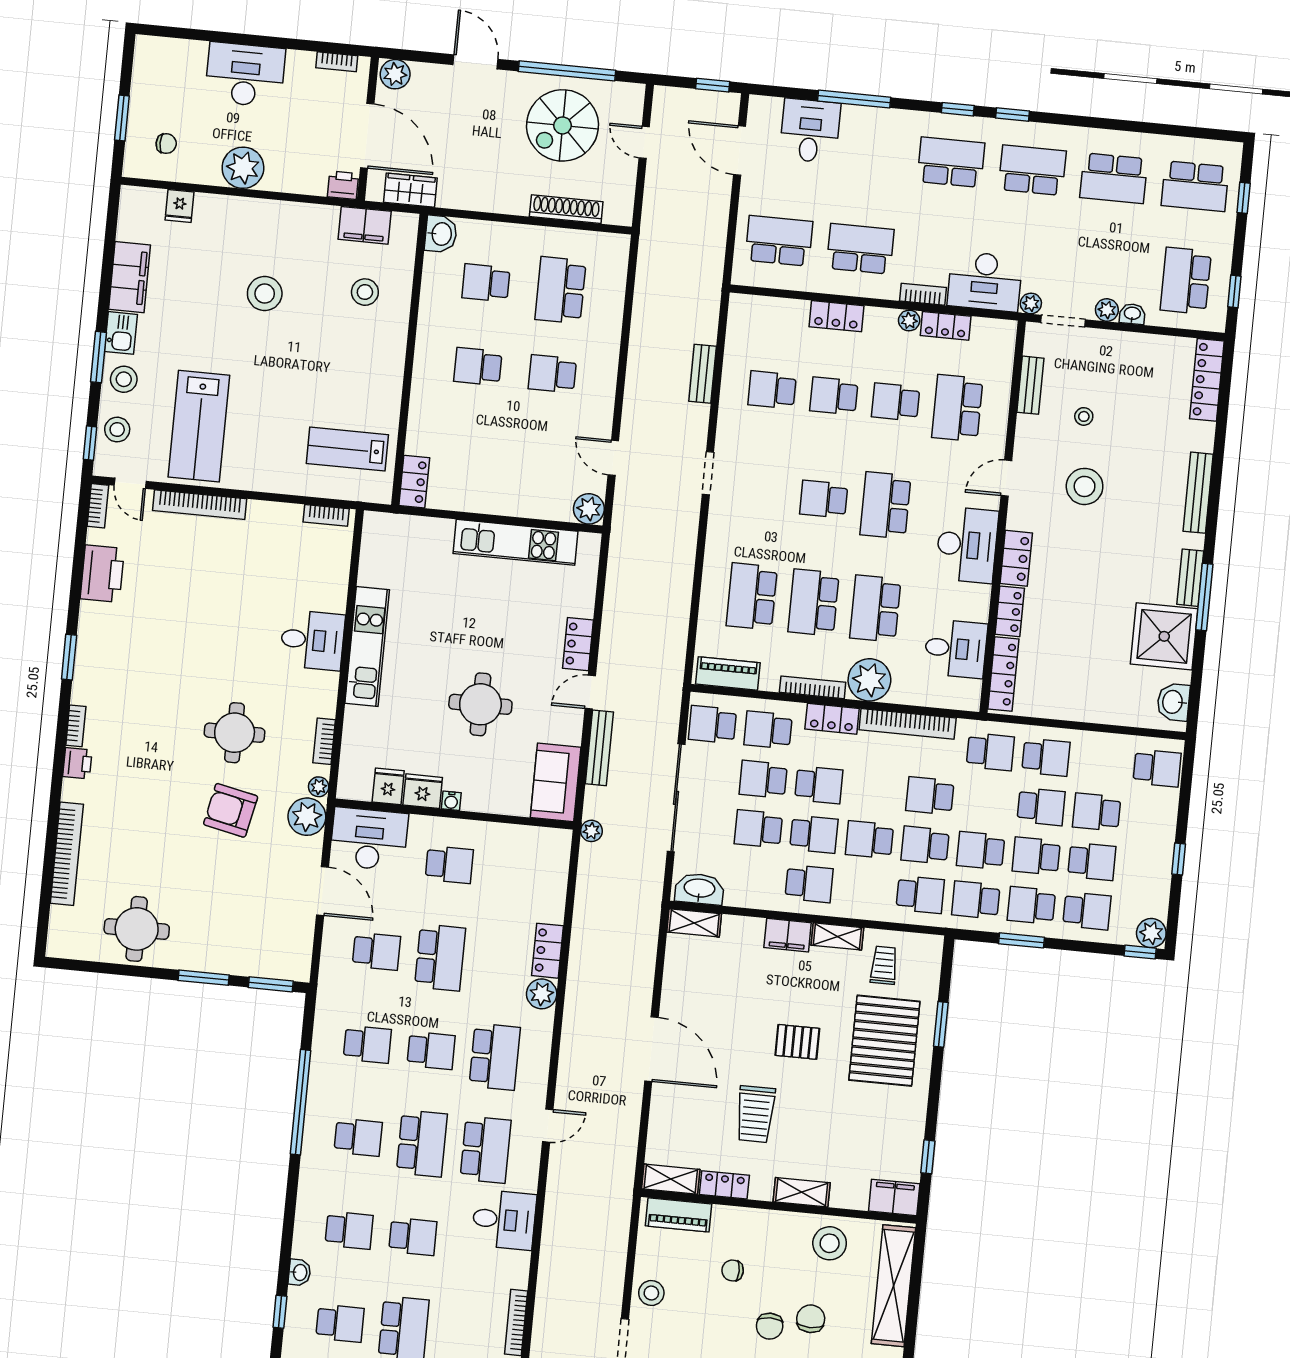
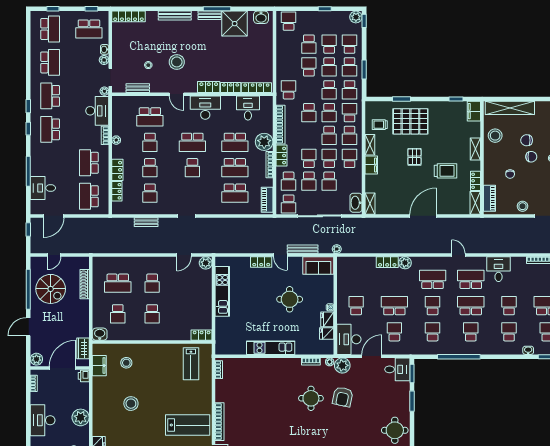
locker: (946, 326) -> (117, 191), moved
desk: (312, 640) -> (397, 369), moved, turned 90
school desk: (1046, 757) -> (349, 135), moved, turned 180

